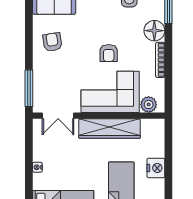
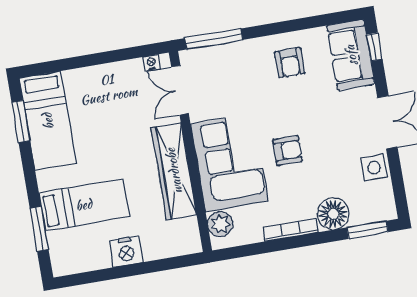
armchair: (52, 42) -> (290, 63), turned 99
armchair: (109, 53) -> (288, 150), turned 180
nightstand: (37, 167) -> (151, 63), moved

